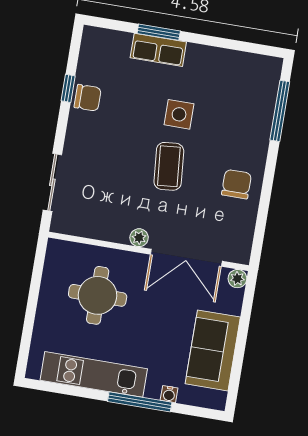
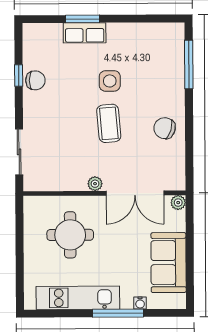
chair: (237, 184) -> (165, 128), turned -73

